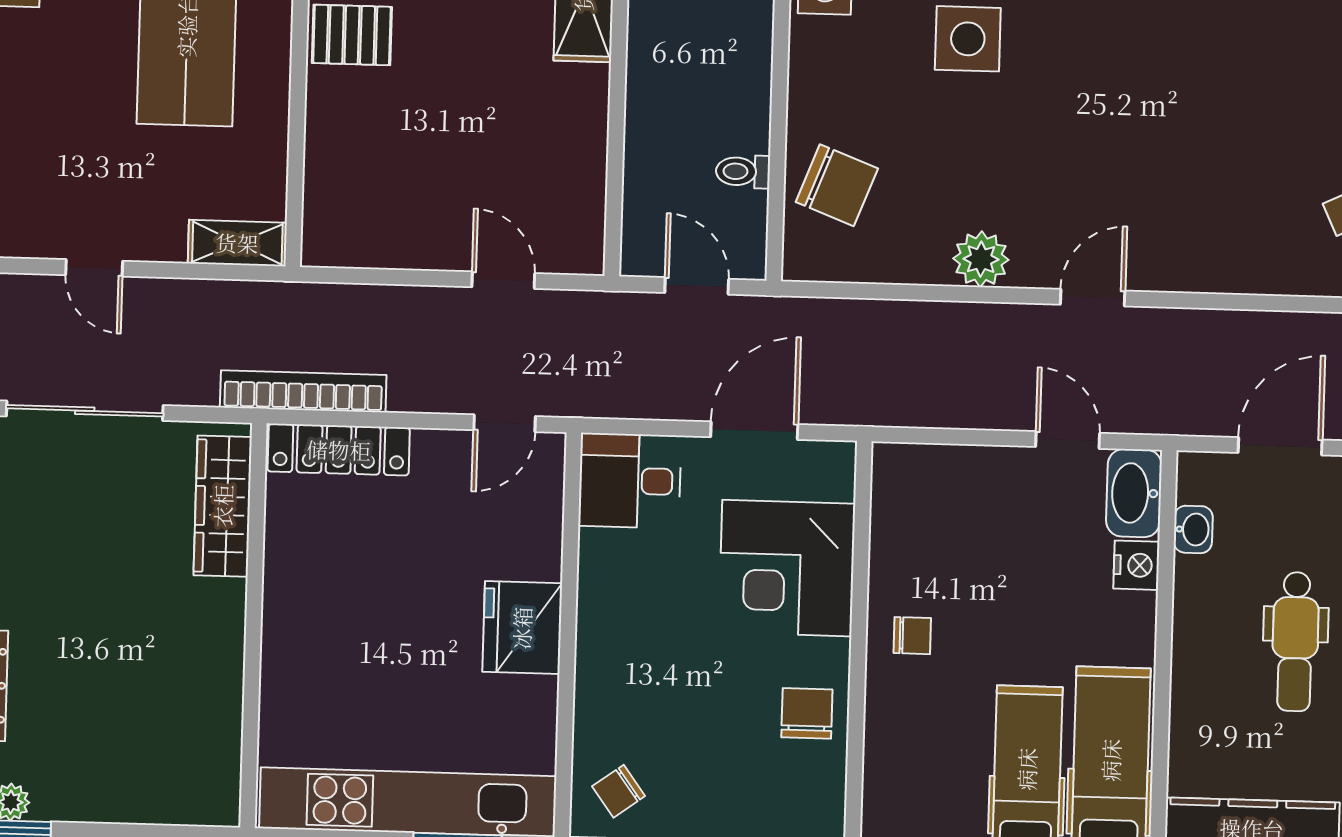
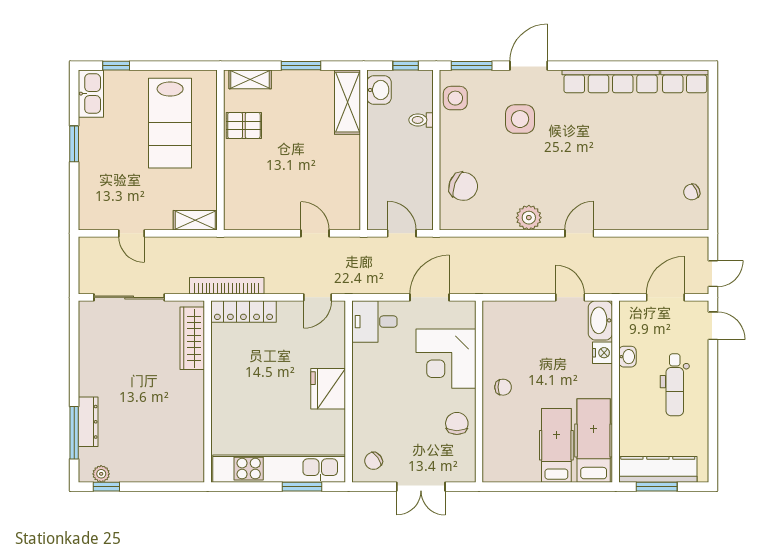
toilet: (743, 171) -> (421, 120), moved
washbasin: (1193, 529) -> (627, 357), moved

